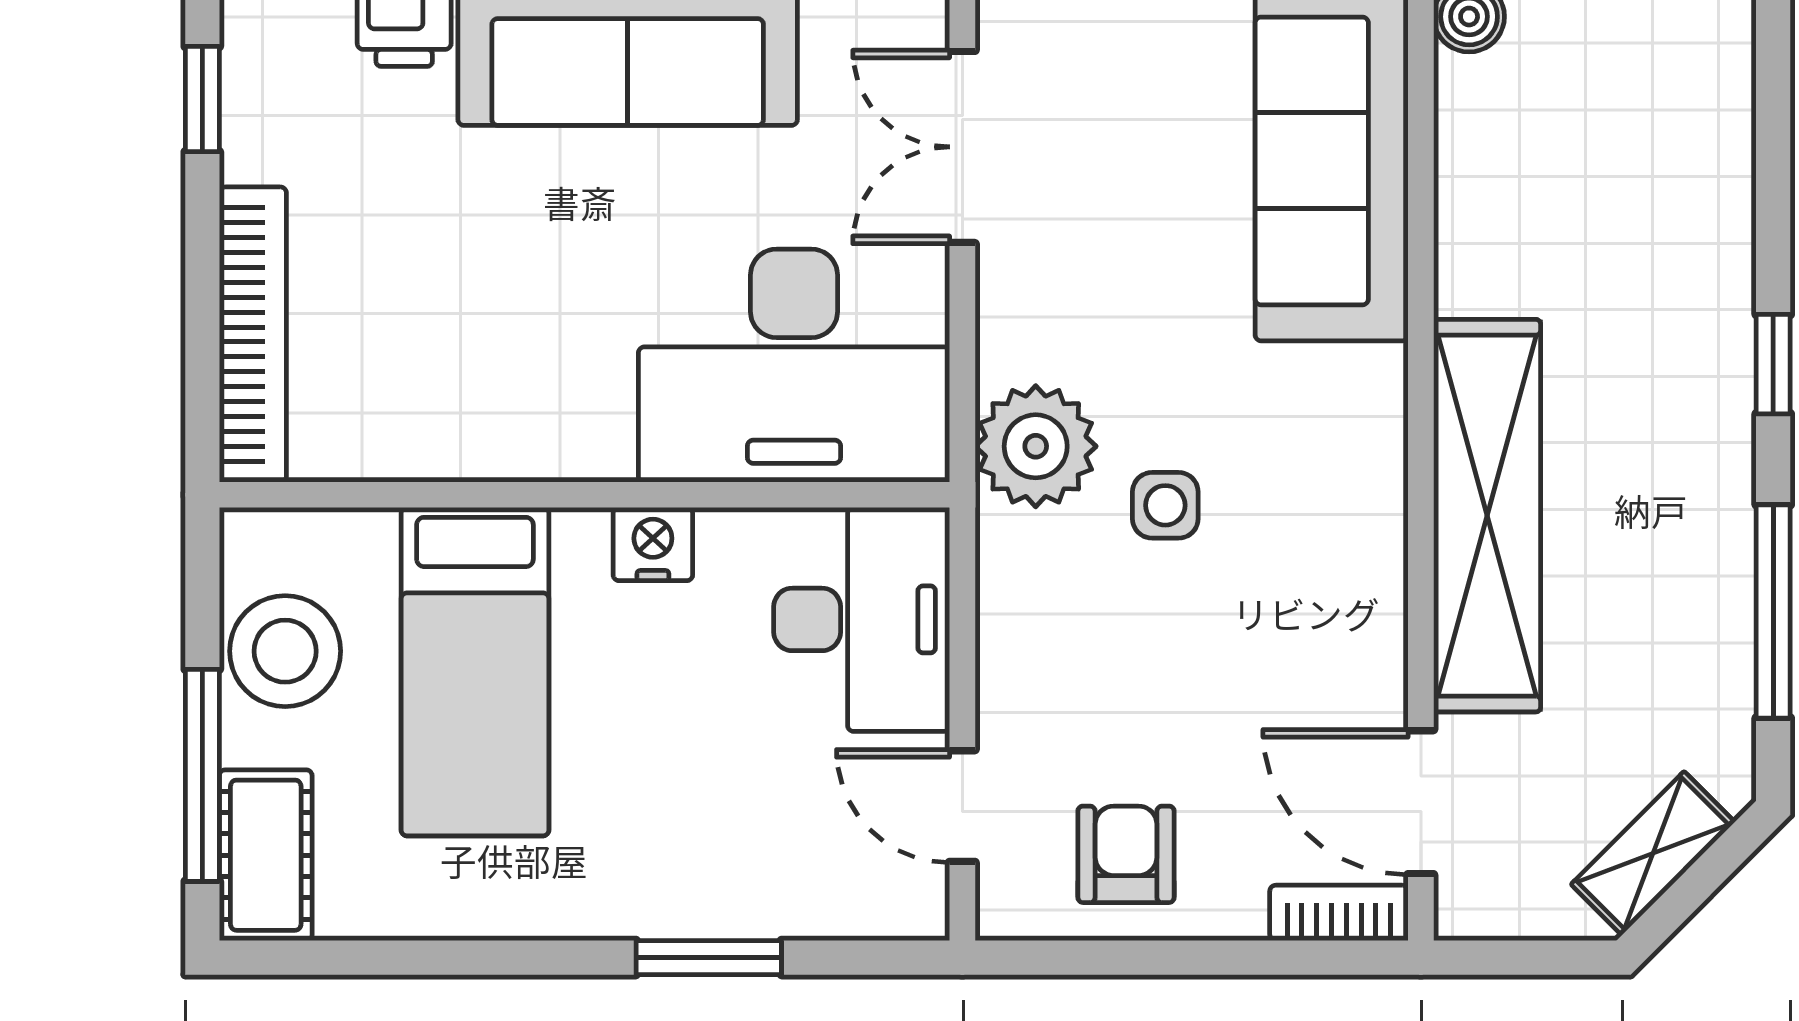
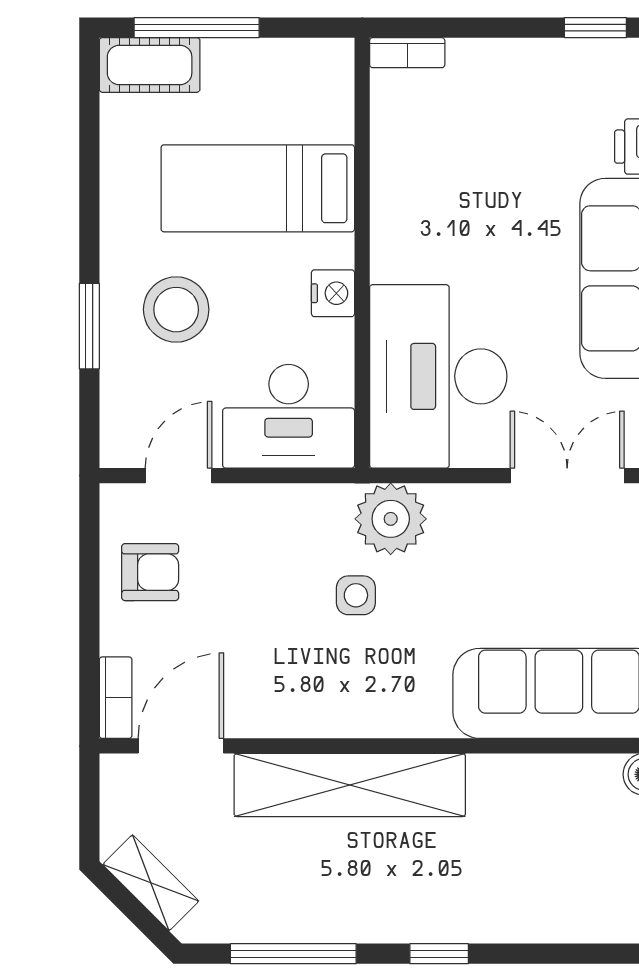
bookcase: (253, 334) -> (407, 53), width x0.43, depth x0.76
stool: (285, 651) -> (176, 310), moved

